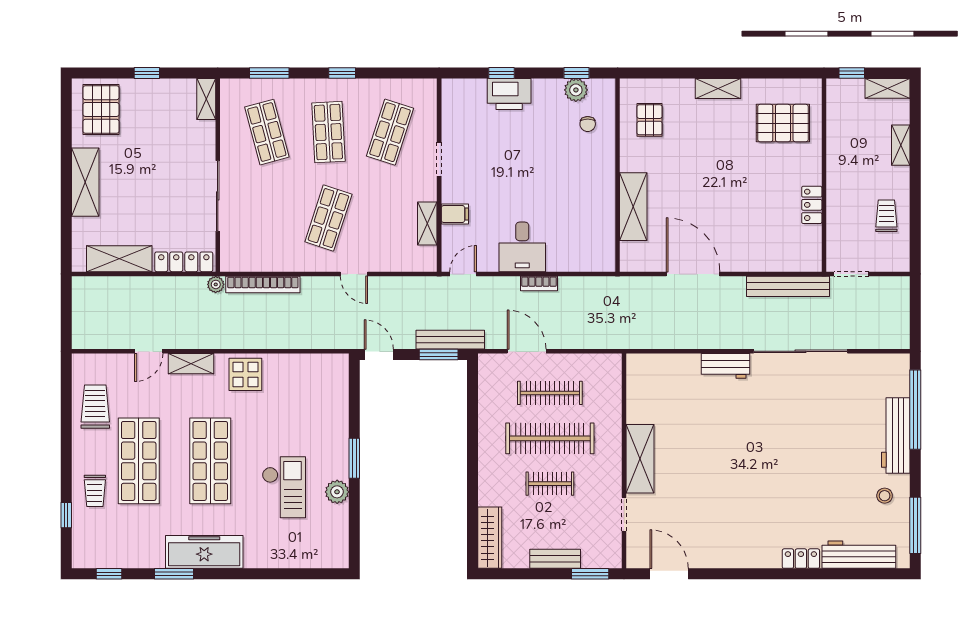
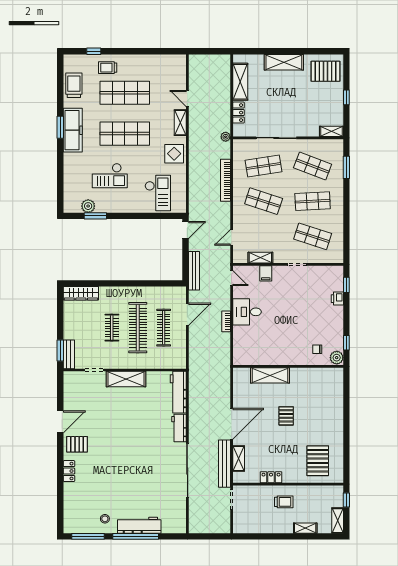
window: (342, 73) -> (346, 209), removed
window: (501, 73) -> (346, 285), moved
shelving: (718, 88) -> (239, 459), moved
plant: (576, 90) -> (337, 358), moved
printer: (509, 94) -> (337, 299), width x0.53, depth x0.68
pallet: (650, 120) -> (286, 416), moved, turned 90
shop shelf: (267, 132) -> (313, 166), turned 36
trolley: (886, 216) -> (284, 502), moved
shop shelf: (267, 218) -> (264, 166), added
locker: (184, 262) -> (238, 113), width x0.66
door: (354, 274) -> (232, 237), moved
door: (693, 274) -> (232, 424), moved
bookcase: (263, 284) -> (226, 180), moved
window: (439, 355) -> (186, 264), removed
checkout: (314, 403) -> (158, 193), added
trolley: (95, 407) -> (74, 85), moved, turned -90
window: (915, 410) -> (136, 536), moved
window: (354, 458) -> (95, 216), moved
plant: (337, 492) -> (88, 206), moved
pallet: (754, 544) -> (77, 444), added
workbench: (859, 555) -> (178, 392), moved, turned 180
bench: (555, 559) -> (69, 354), moved
window: (109, 574) -> (60, 76), removed
window: (174, 574) -> (60, 127), moved
door: (669, 574) -> (60, 422), moved

